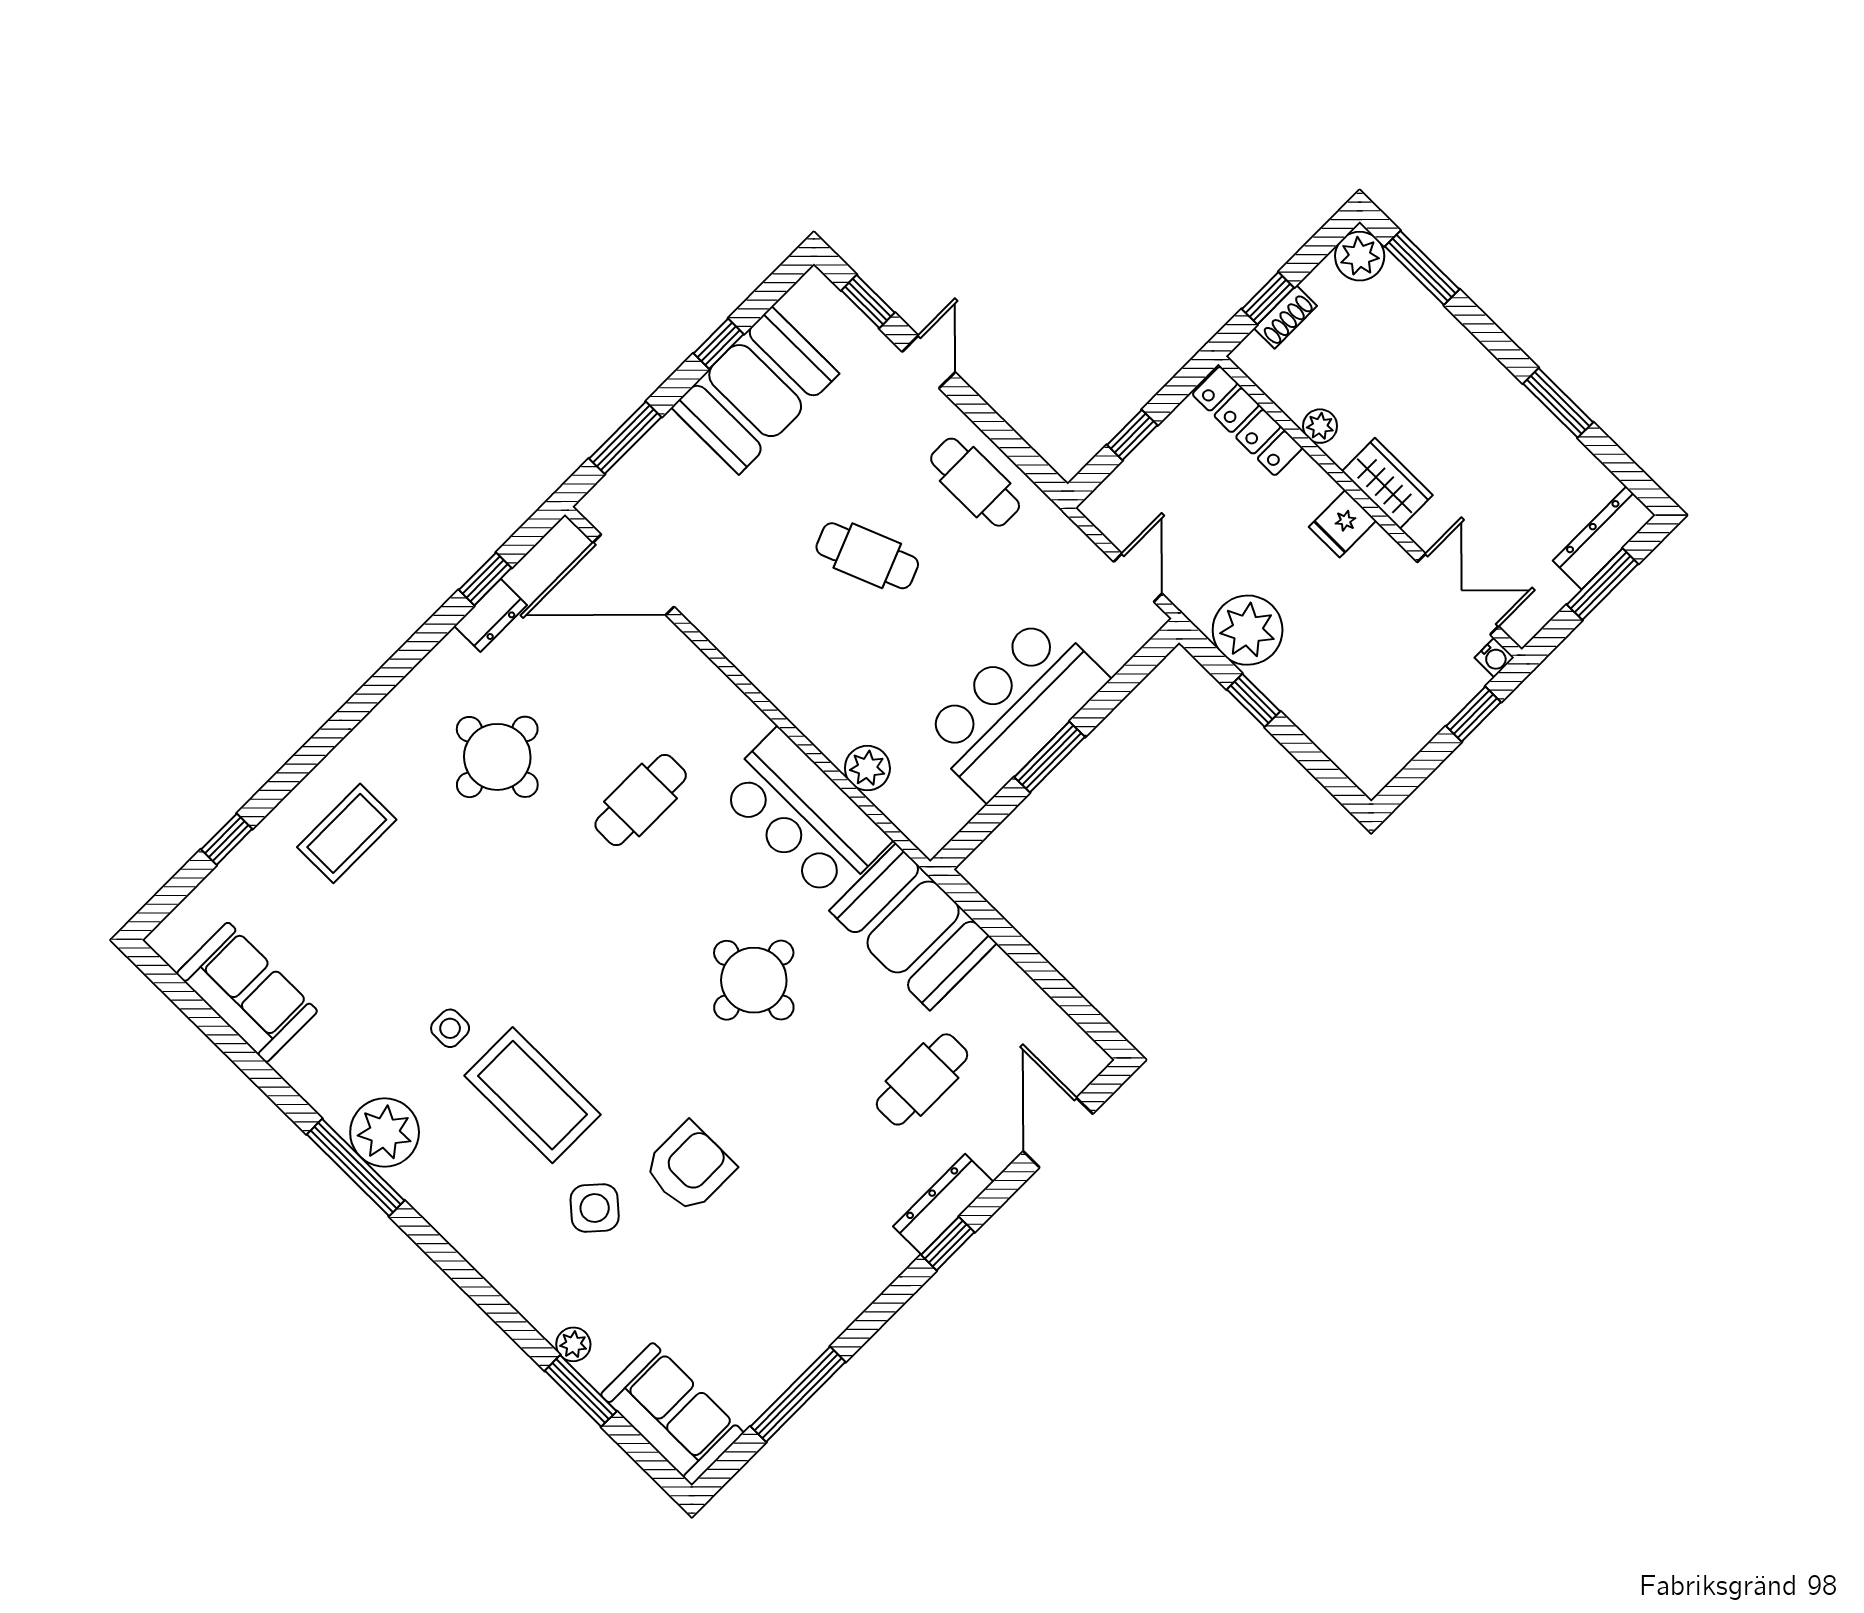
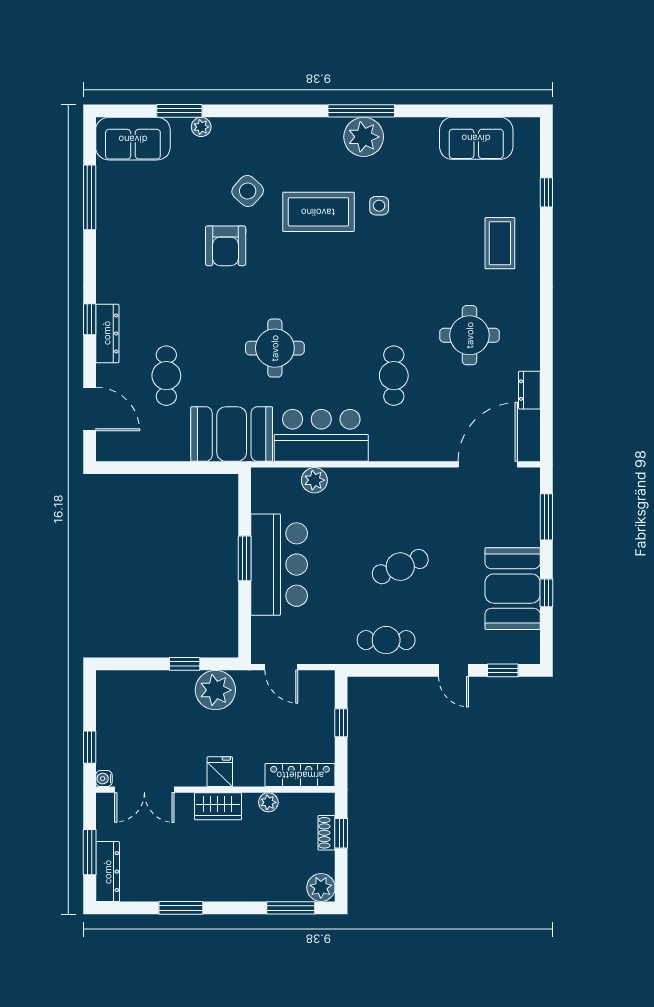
window: (485, 579) -> (546, 403), removed

